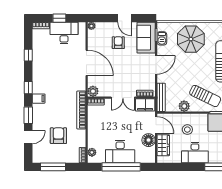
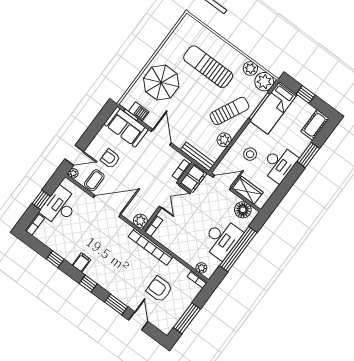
door: (124, 18) -> (74, 155), moved
coffee table: (97, 43) -> (94, 180), added
filing cabinet: (39, 99) -> (81, 262), moved
floor lamp: (149, 140) -> (243, 210), moved

